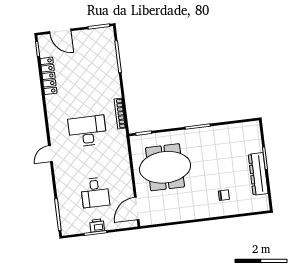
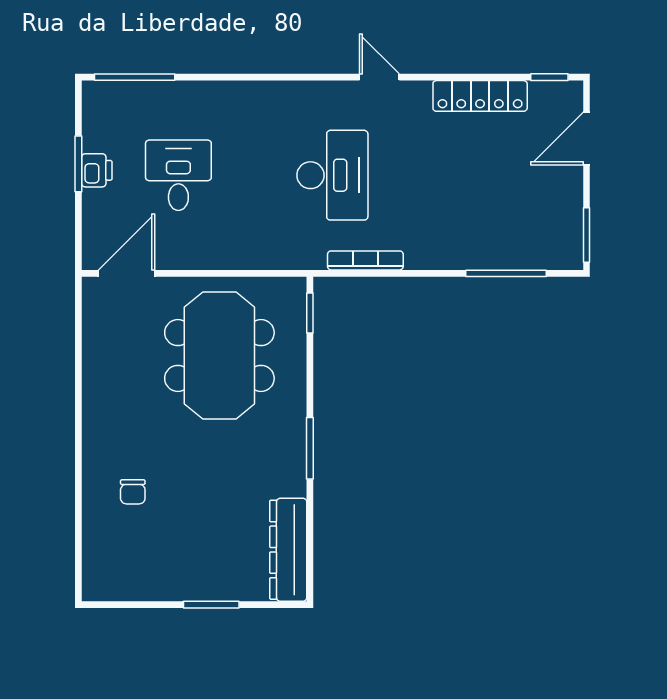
door: (50, 154) -> (379, 77), moved
dresser: (258, 174) -> (288, 550), moved, turned -90
desk: (95, 192) -> (178, 175), turned 90
door: (137, 208) -> (127, 273), hinge flipped

